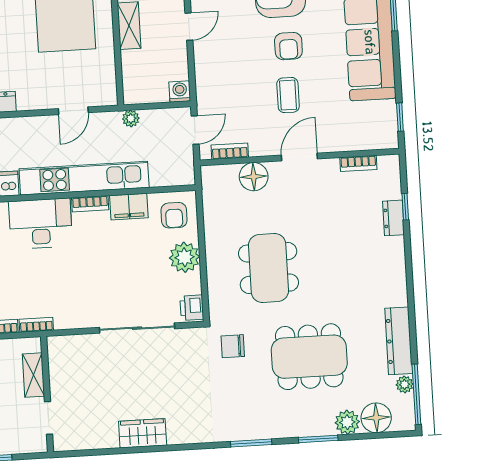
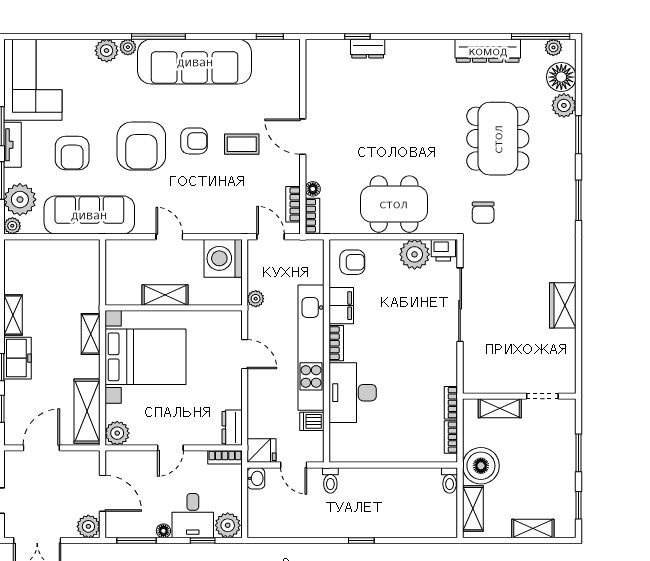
washing machine: (180, 91) -> (223, 258), width x1.89, depth x1.89
bookcase: (358, 163) -> (312, 216), moved
floor lamp: (254, 177) -> (313, 189), width x0.53, depth x0.53
plant: (185, 257) -> (415, 254), moved
dining table: (269, 268) -> (394, 204), moved
plant: (405, 384) -> (553, 47), moved

